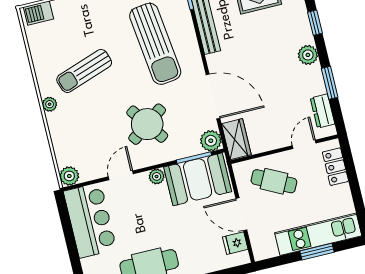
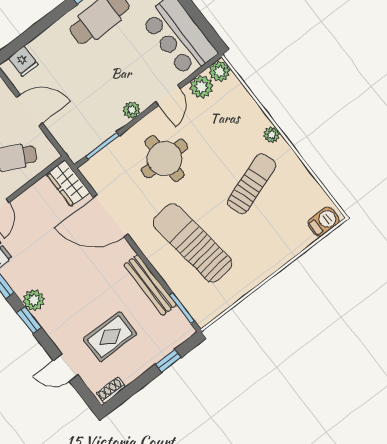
window: (315, 23) -> (29, 320), moved
round table: (147, 124) -> (164, 159), turned 36
plant: (211, 141) -> (201, 87), moved
booth: (198, 179) -> (89, 126), removed
fridge: (235, 243) -> (23, 61), moved, turned 90

